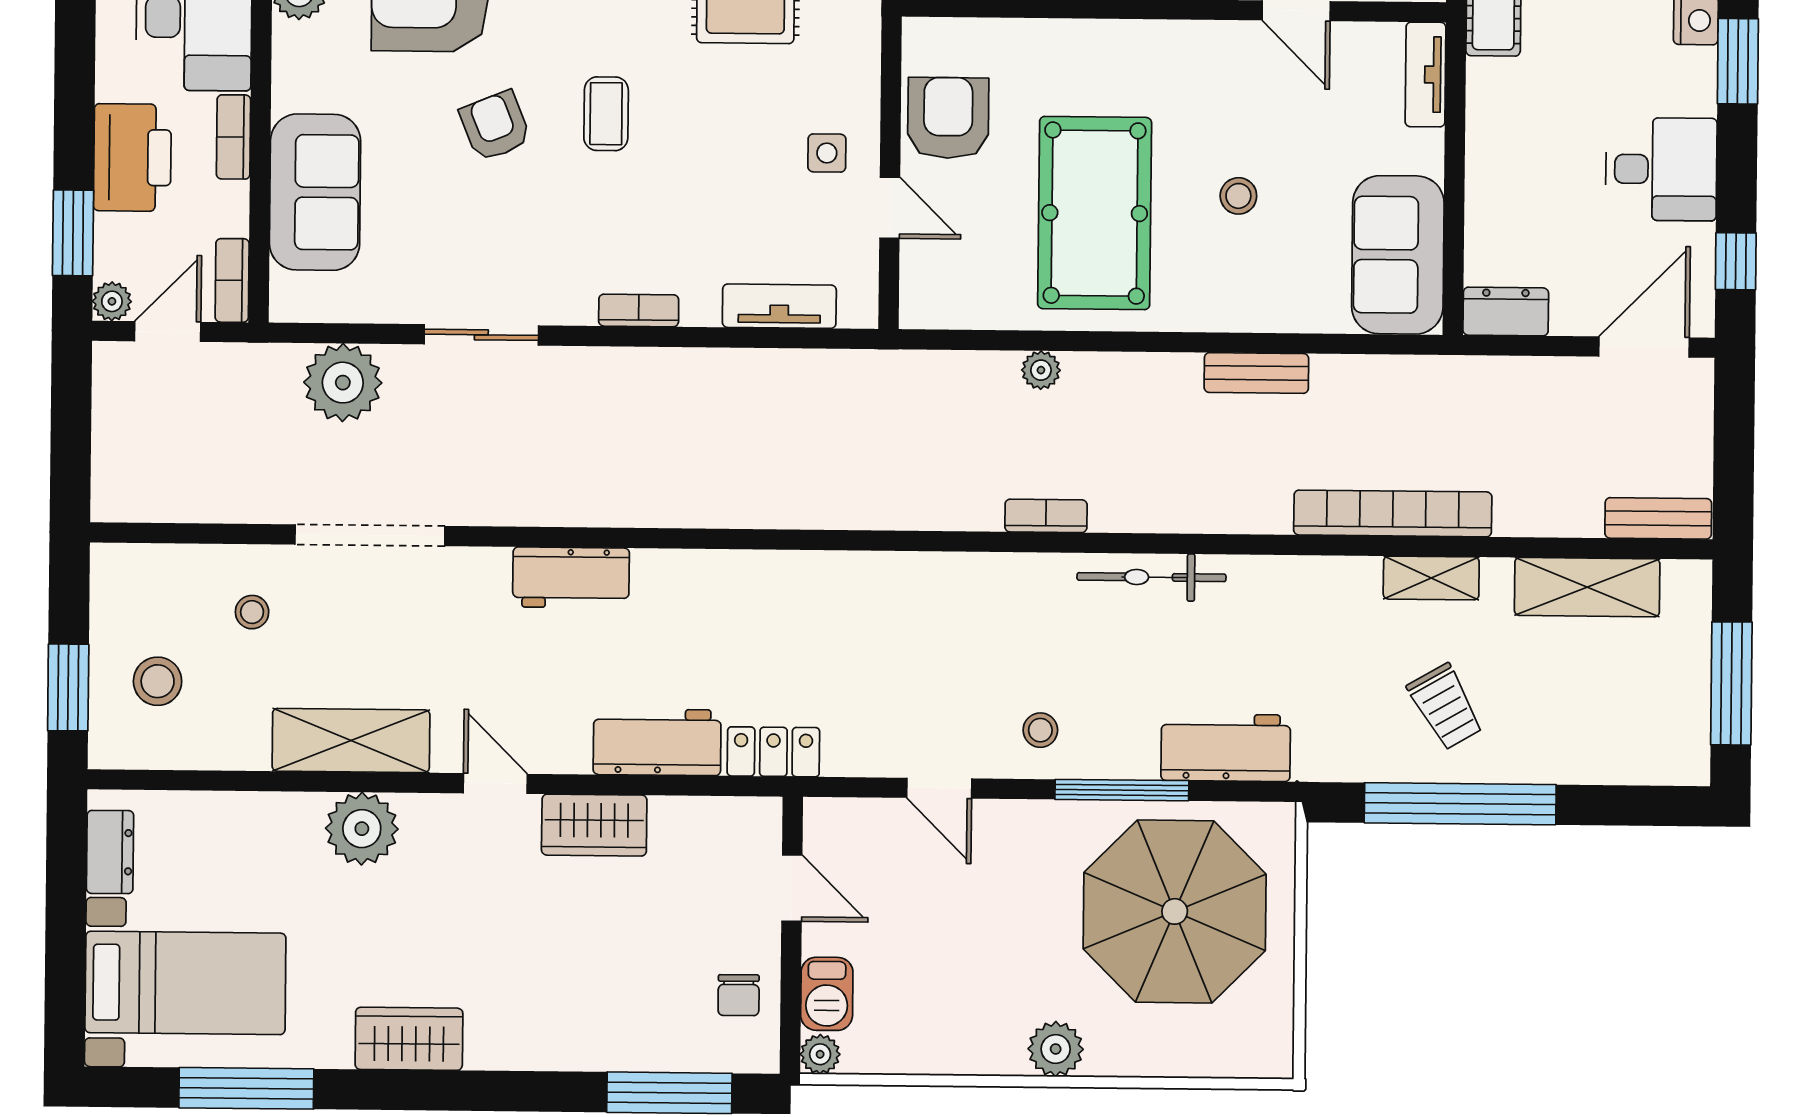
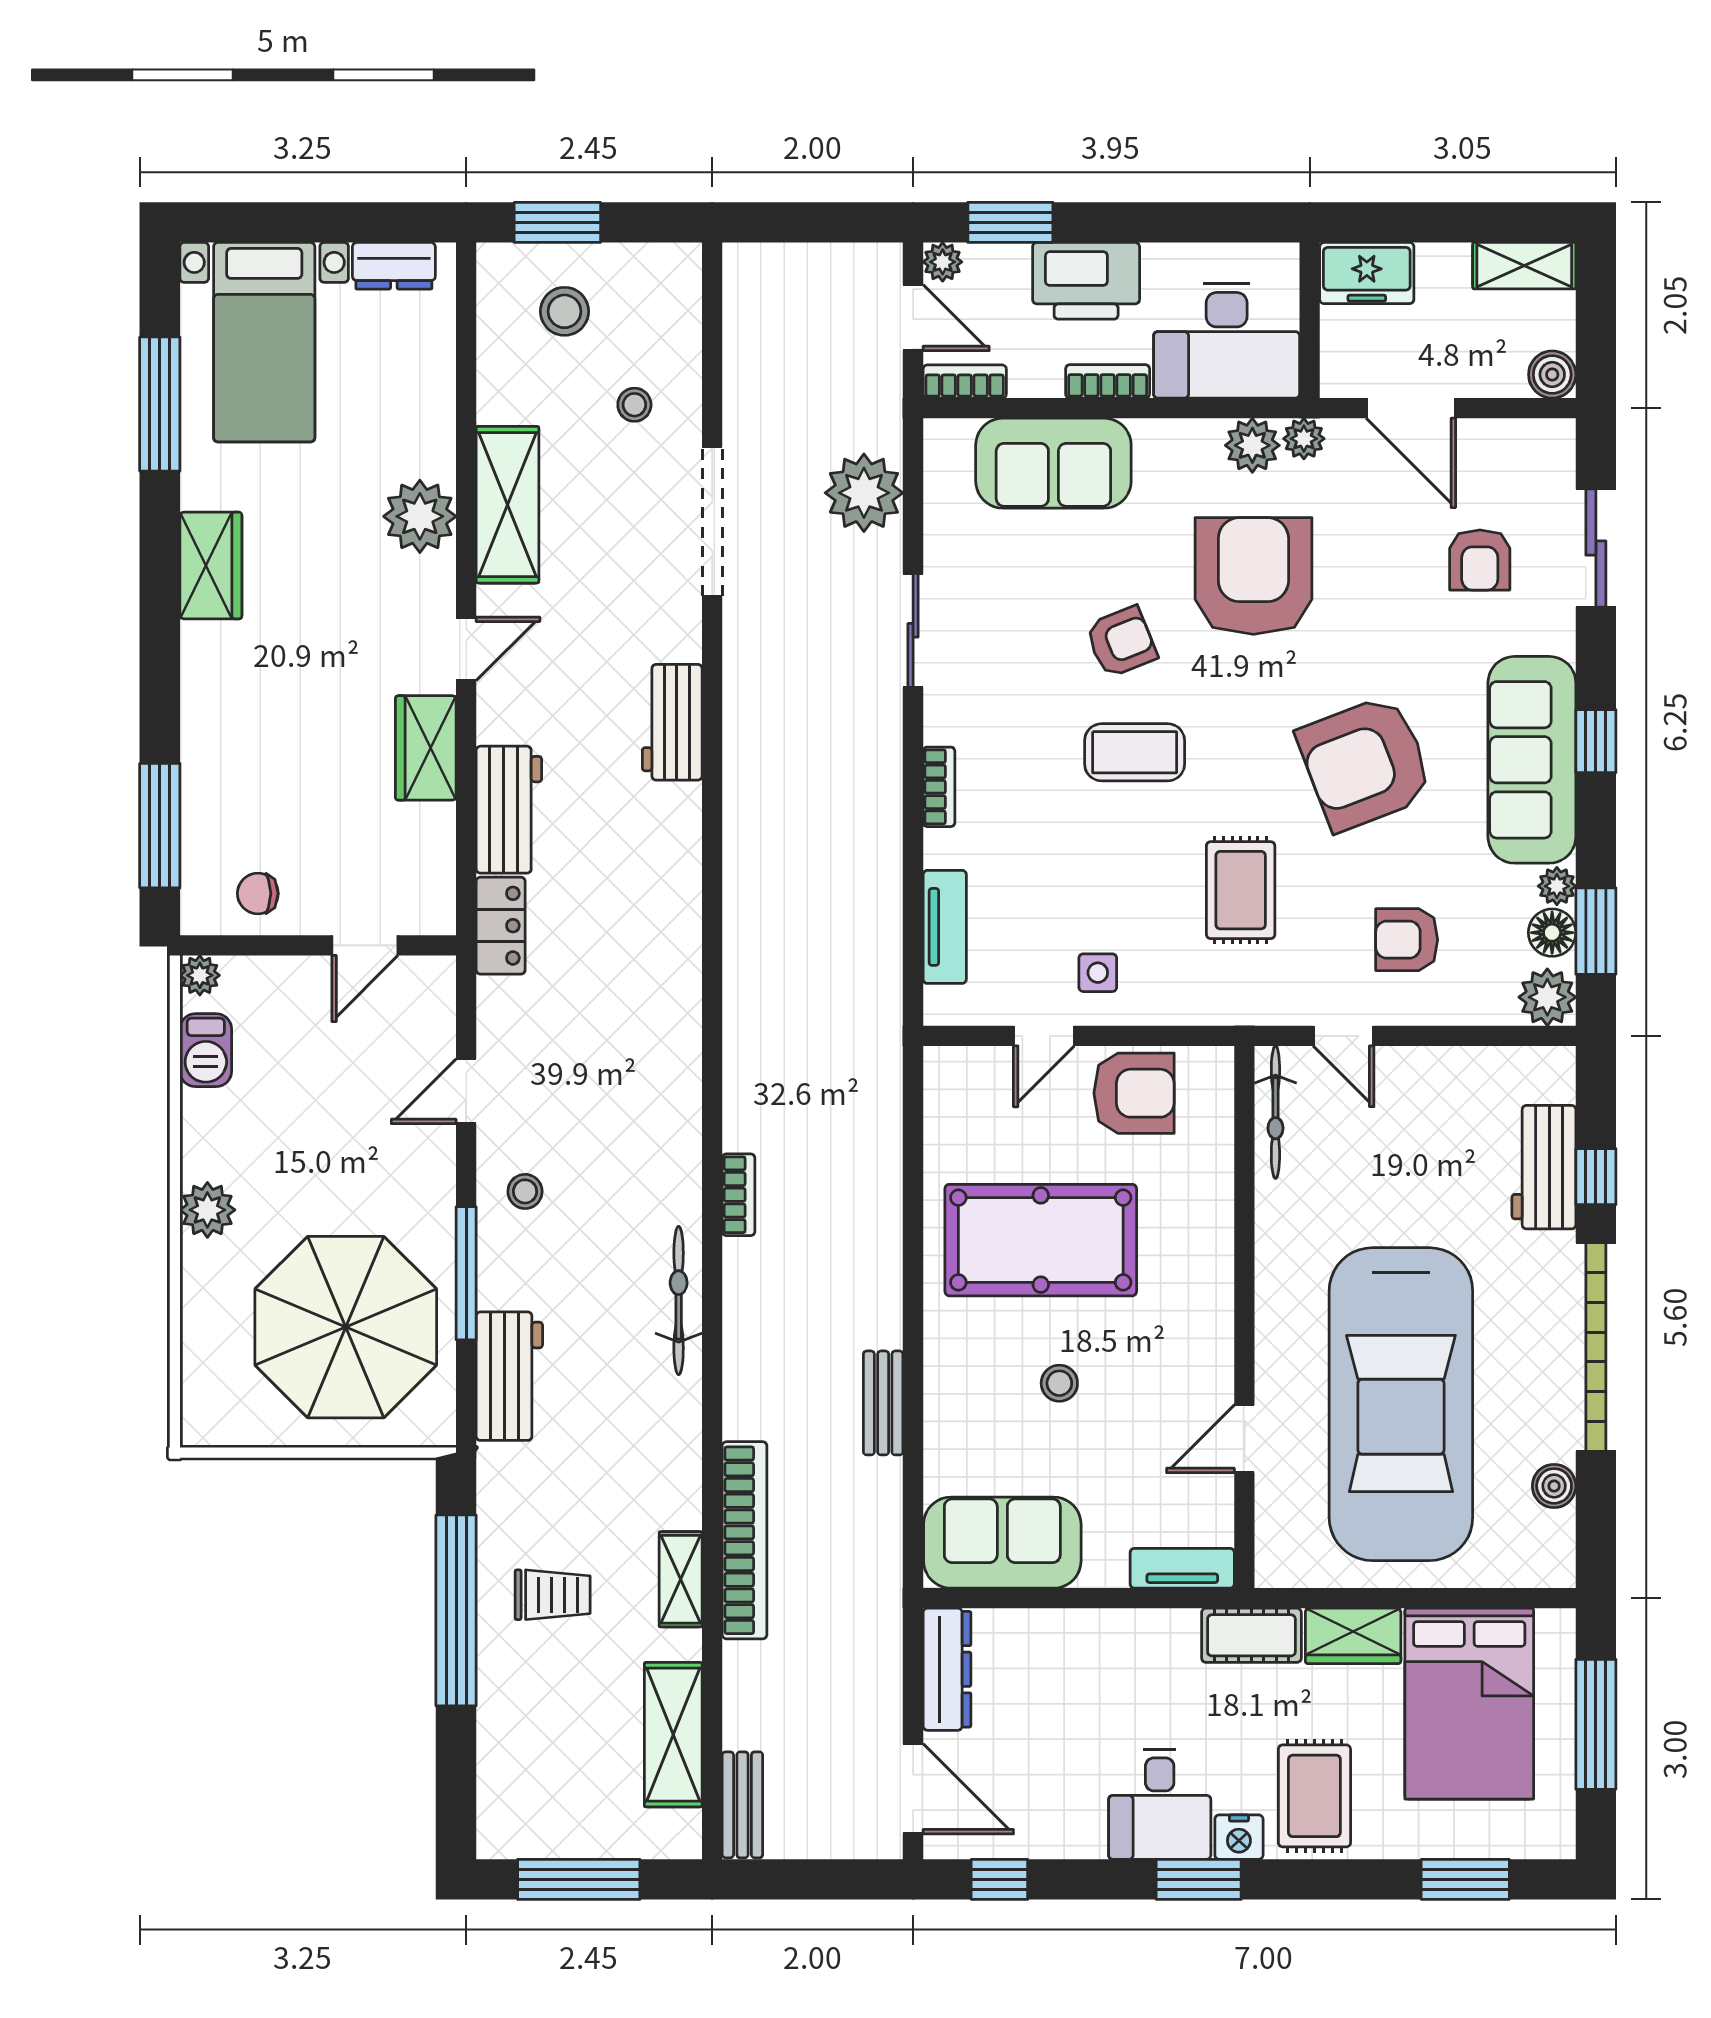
coffee table: (606, 114) -> (1135, 752), width x1.36, depth x1.30
desk: (1661, 169) -> (1160, 1804), moved
dresser: (1506, 312) -> (947, 1669), width x1.44
plant: (1041, 370) -> (884, 1188), removed
trolley: (1445, 707) -> (553, 1595), turned -150
barbecue: (827, 994) -> (206, 1050), moved, turned -90

